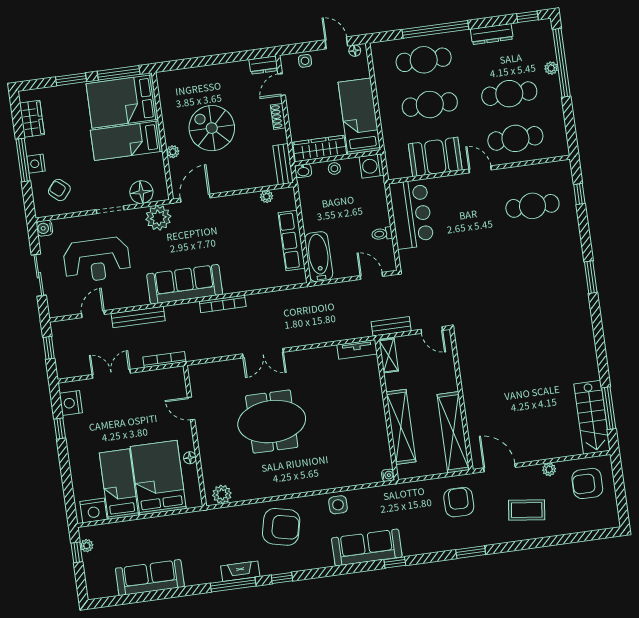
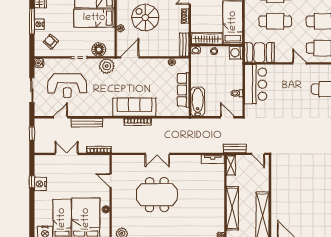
booth: (435, 157) -> (259, 53), moved
sofa: (185, 284) -> (134, 107), moved
nightstand: (71, 403) -> (40, 184), moved

